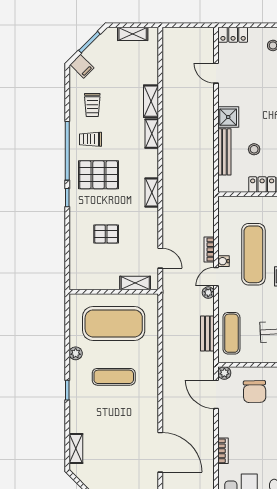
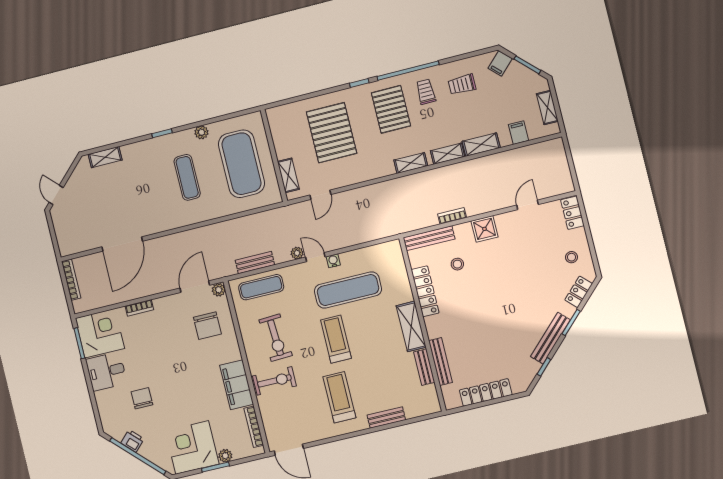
filing cabinet: (149, 65) -> (519, 133), added
bench: (224, 152) -> (429, 238), moved
shelving: (152, 193) -> (411, 163), moved
pallet: (106, 234) -> (332, 133), width x2.05, depth x2.00
bookcase: (209, 250) -> (452, 216), moved
chair: (255, 392) -> (207, 326), turned -89

